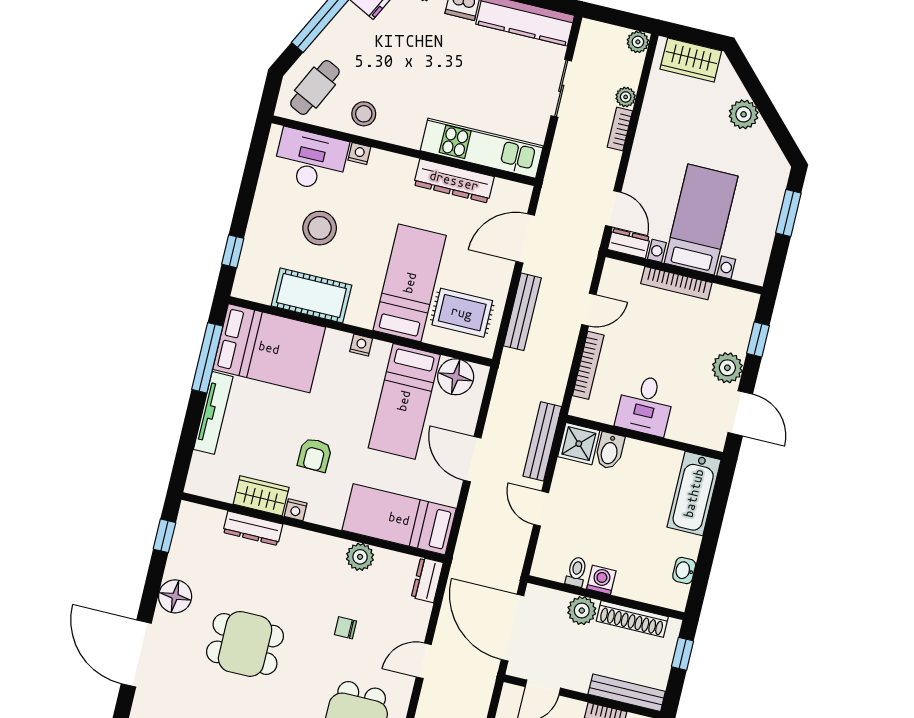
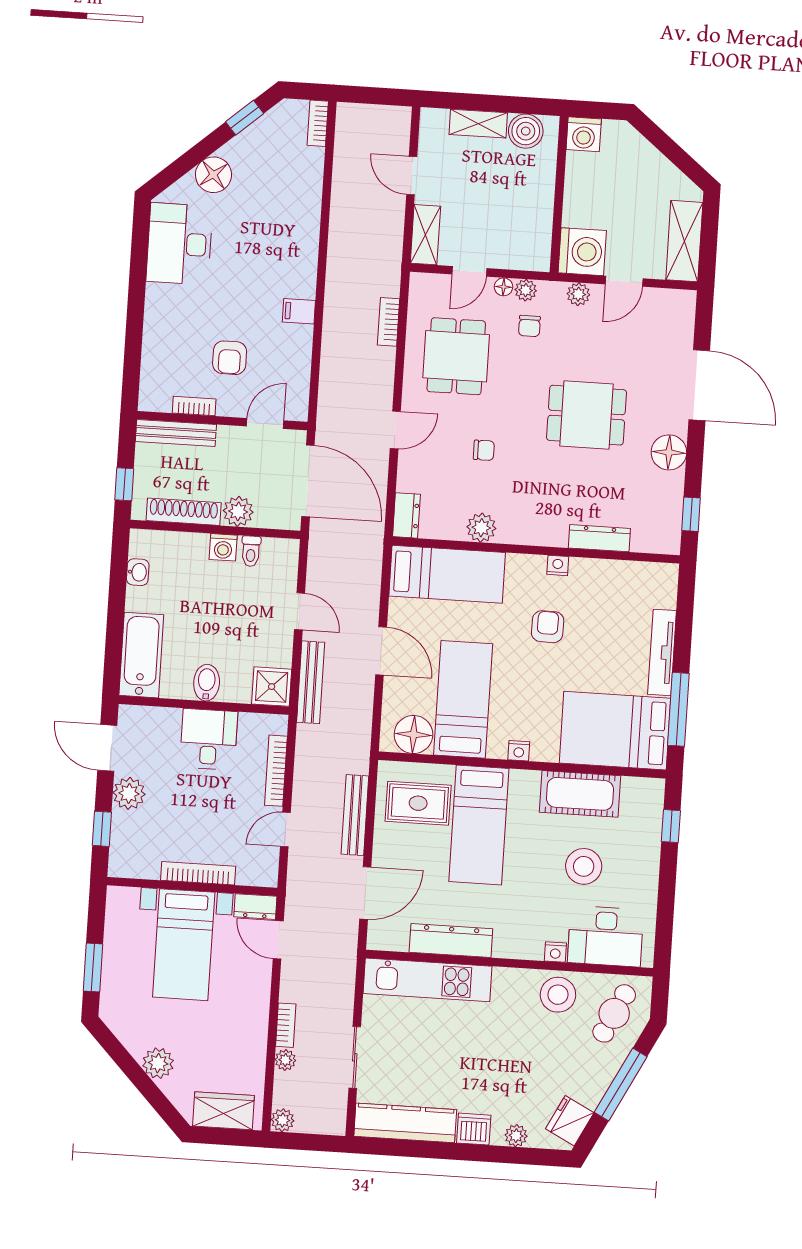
stool: (364, 114) -> (558, 995), width x1.38, depth x1.38
bidet: (610, 451) -> (207, 683), moved
wardrobe: (261, 496) -> (597, 574), removed

